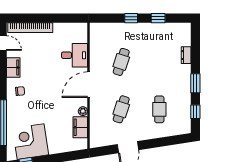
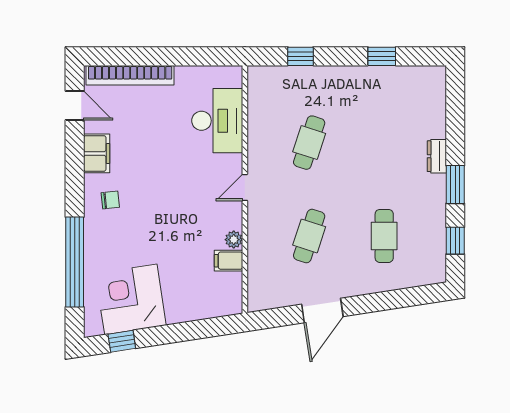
window: (131, 18) -> (300, 56), moved
desk: (74, 55) -> (217, 121), width x1.37
dresser: (186, 55) -> (437, 156), moved
door: (88, 85) -> (245, 187), width x0.53
filing cabinet: (80, 127) -> (229, 261), width x0.50

